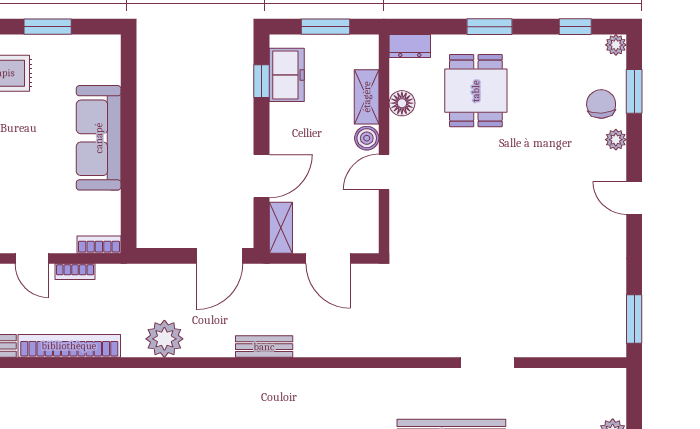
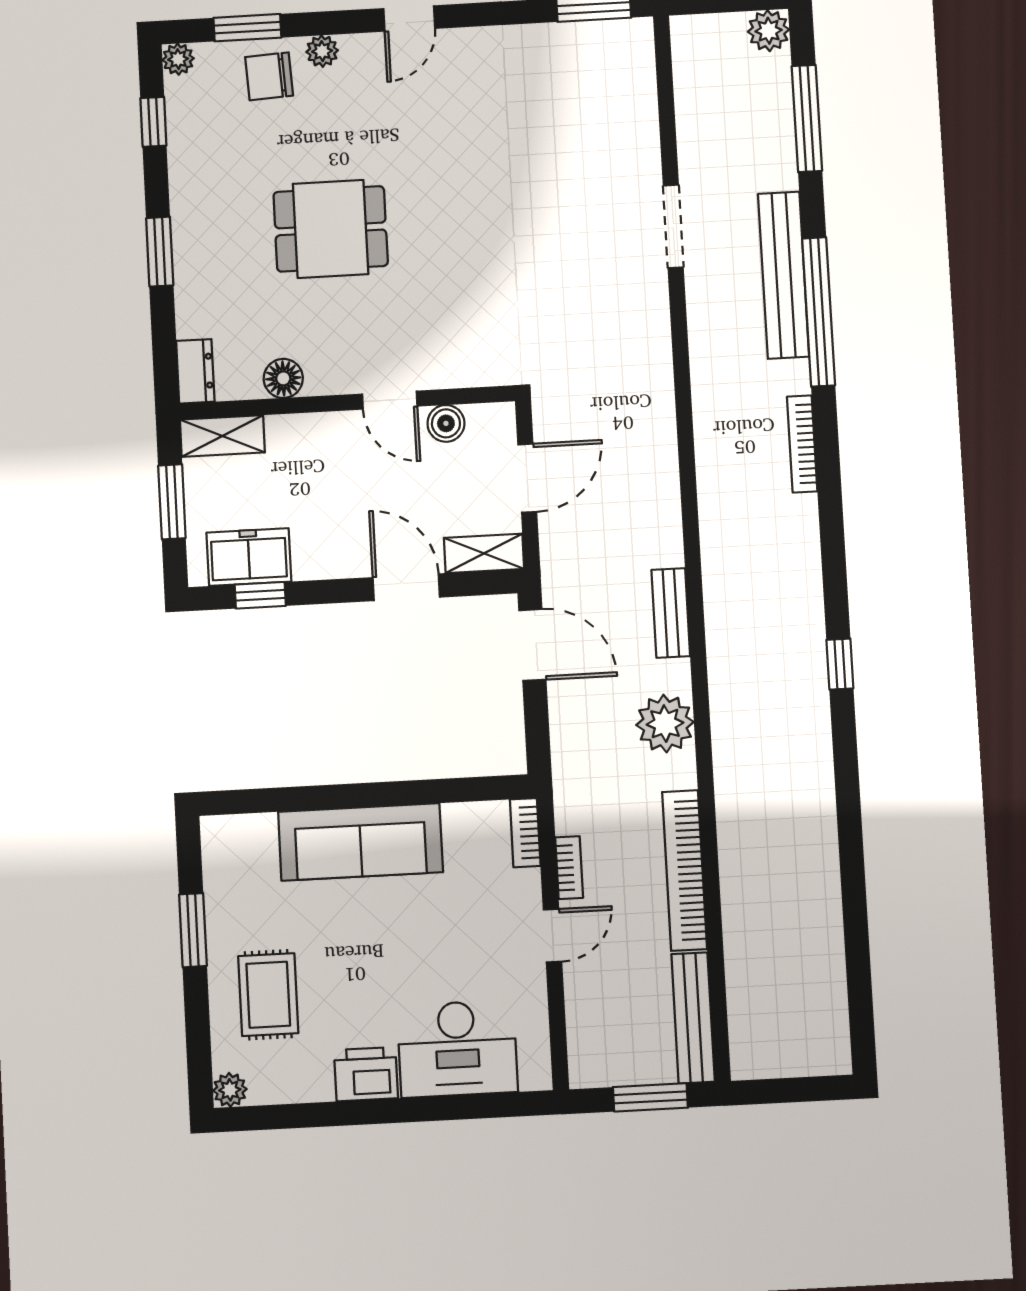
dining table: (476, 91) -> (331, 229), moved
shelving: (367, 97) -> (222, 436), moved
boiler: (367, 138) -> (446, 423), moved
bench: (264, 347) -> (671, 613), moved

